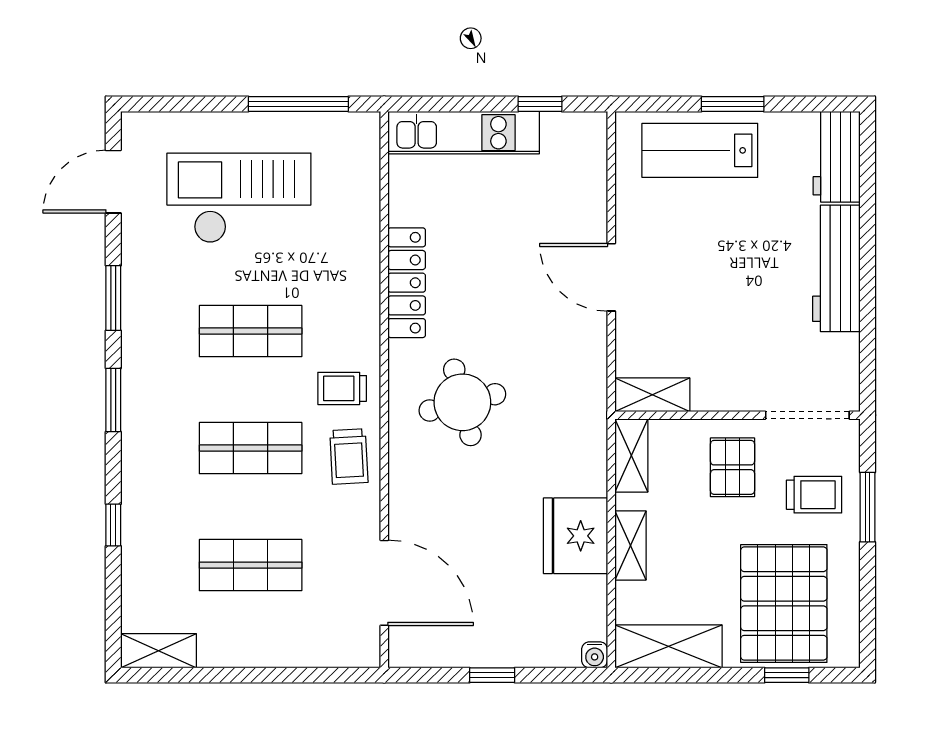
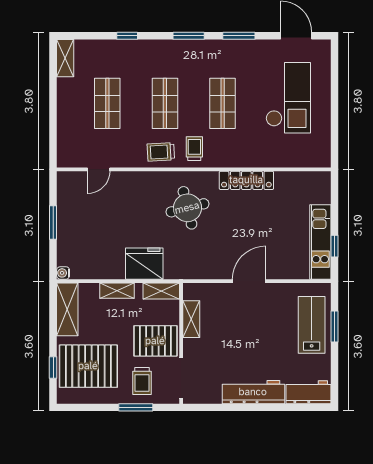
window: (298, 104) -> (334, 127), removed
window: (733, 104) -> (334, 326), moved
kitchen unit: (464, 133) -> (320, 242), moved
shelving: (652, 395) -> (191, 319), moved
pallet: (732, 467) -> (155, 341), width x1.50, depth x1.42
fridge: (576, 536) -> (144, 264), moved
door: (384, 583) -> (99, 169), width x0.53
window: (492, 675) -> (53, 222), width x1.50

